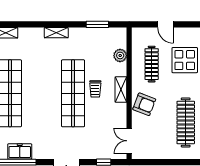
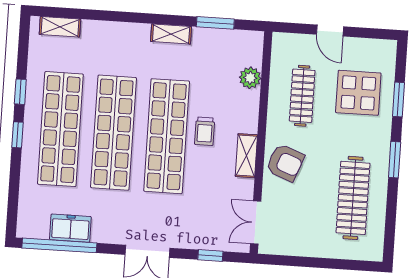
shelving: (56, 33) -> (171, 34), moved
shelving: (121, 90) -> (246, 156), moved
shop shelf: (41, 93) -> (113, 133), added

